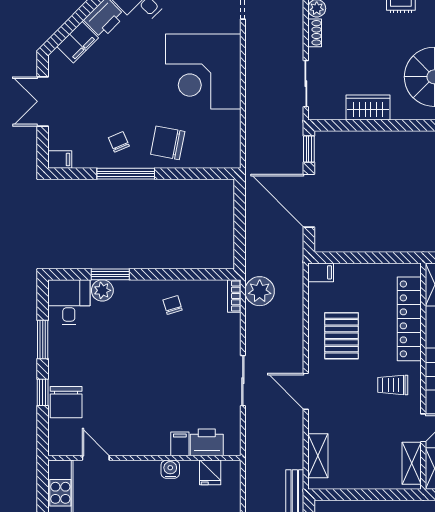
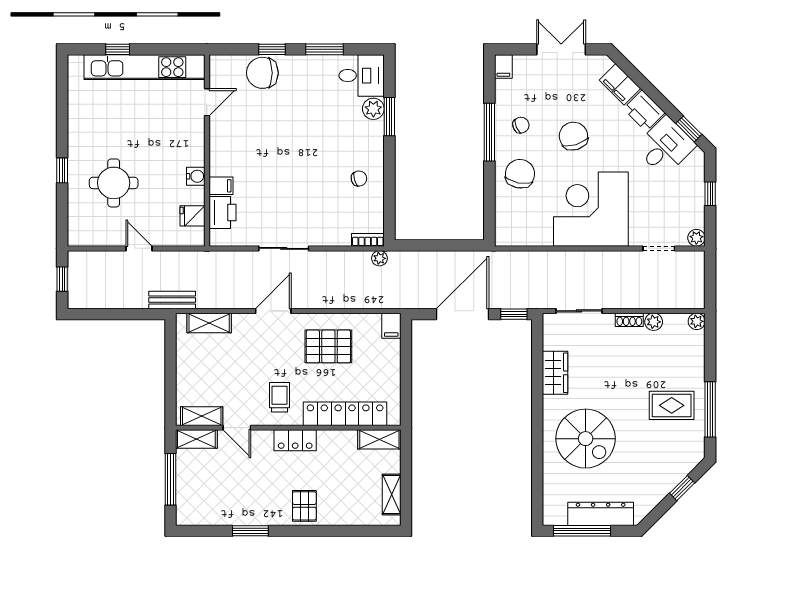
chair: (130, 89) -> (573, 136), added
plant: (260, 291) -> (379, 258), width x0.53, depth x0.53

